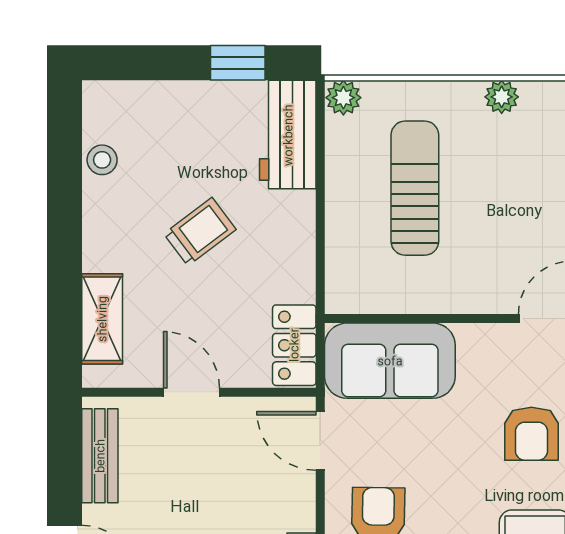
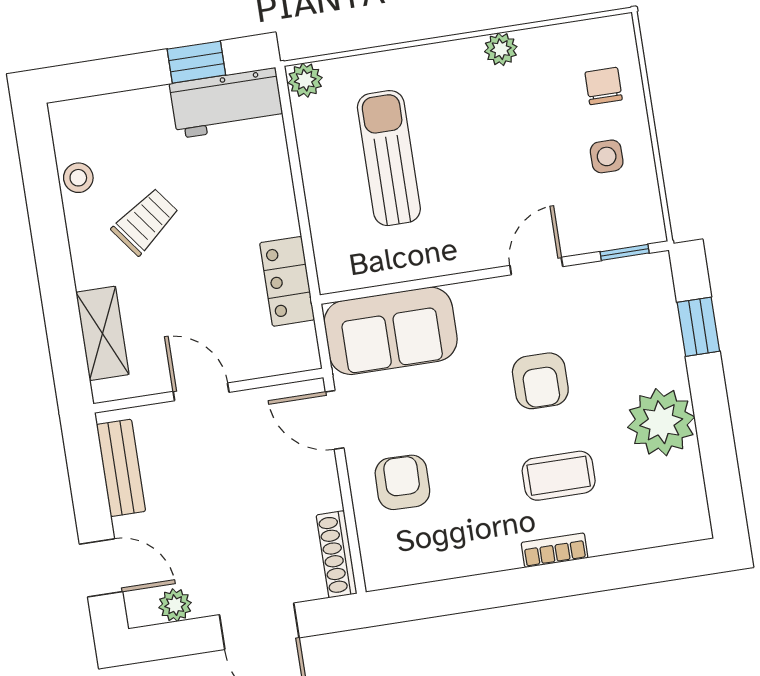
plant: (502, 97) -> (501, 49), moved
workbench: (288, 135) -> (227, 103), moved, turned -90
trolley: (200, 232) -> (145, 221), moved
locker: (294, 345) -> (287, 281), moved

